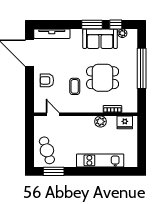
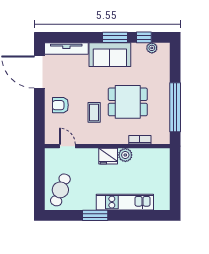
sofa: (100, 39) -> (110, 55), moved
window: (142, 68) -> (175, 107), moved
fridge: (125, 122) -> (108, 156), moved
cafe table: (47, 150) -> (60, 190), turned 38
window: (54, 171) -> (95, 215), moved

